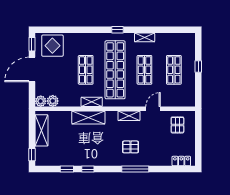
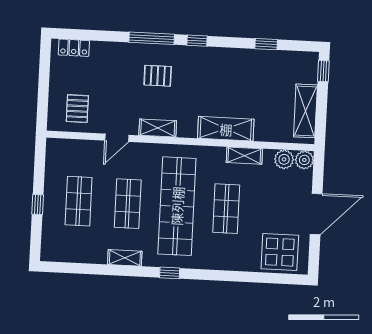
window: (32, 44) -> (314, 256), removed
shelving: (92, 102) -> (244, 156), moved
window: (88, 169) -> (197, 41), moved

